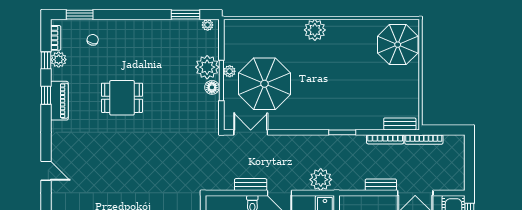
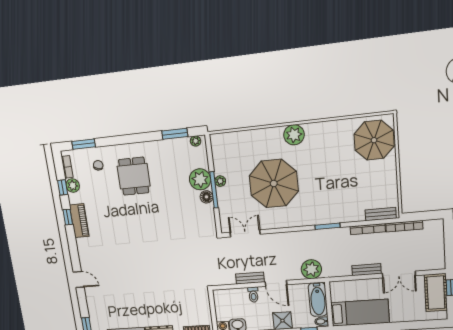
parasol: (265, 84) -> (274, 183), moved
dining table: (122, 98) -> (134, 176), moved, turned 90

